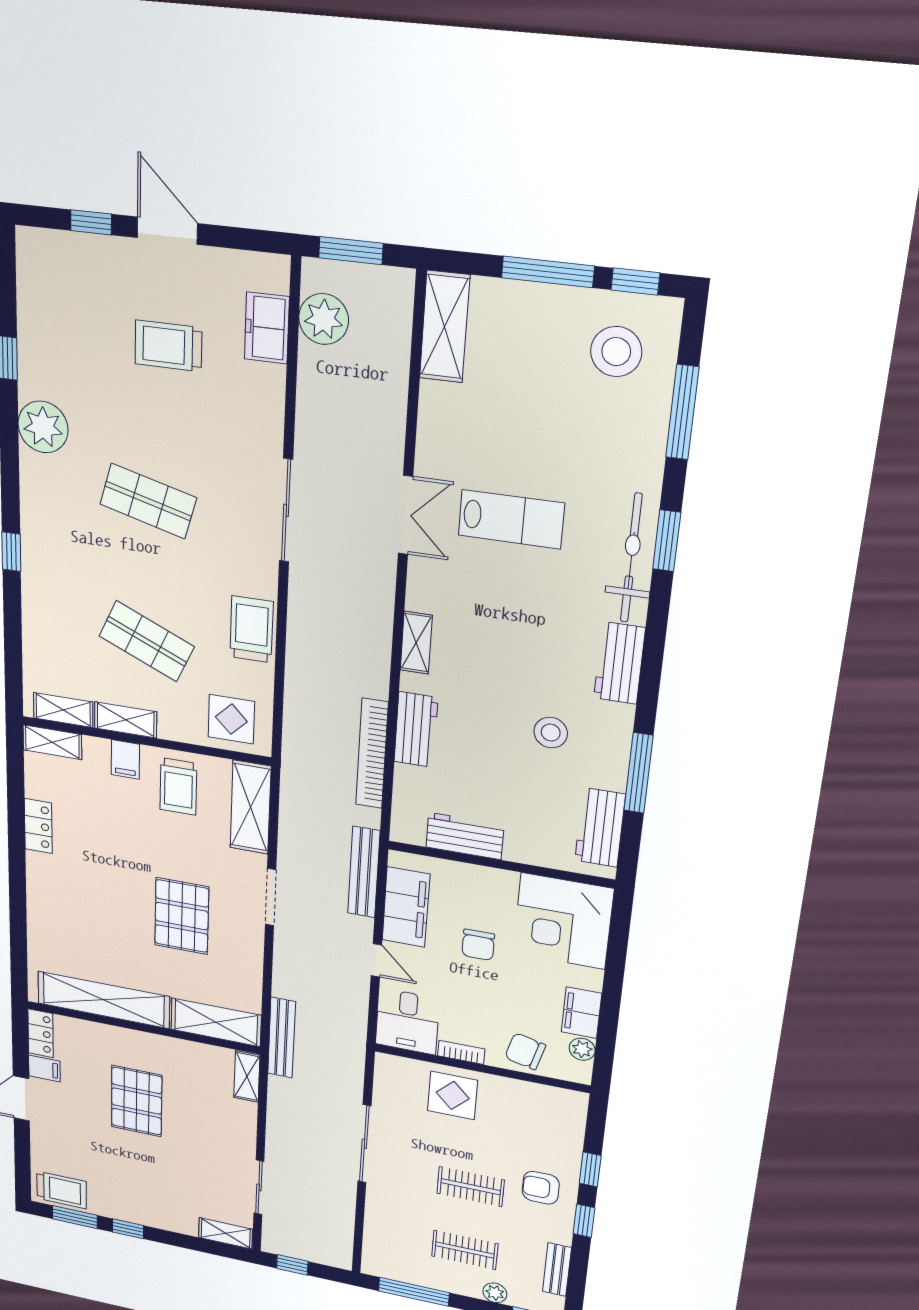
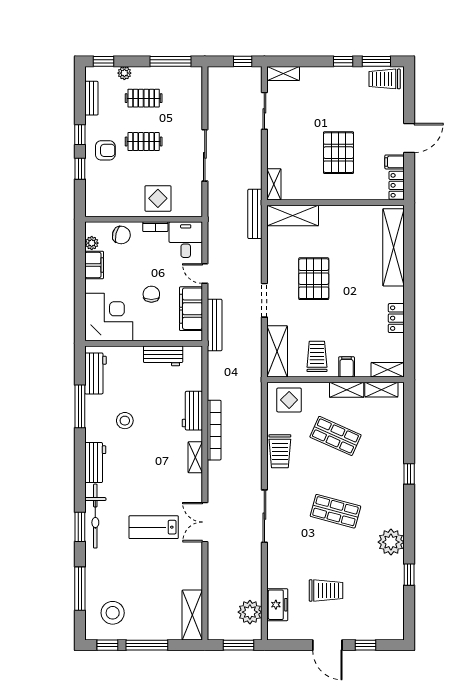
bookcase: (372, 754) -> (214, 430), moved
shelving: (103, 1000) -> (393, 247), moved, turned 90

